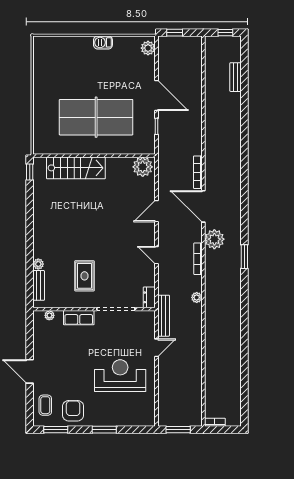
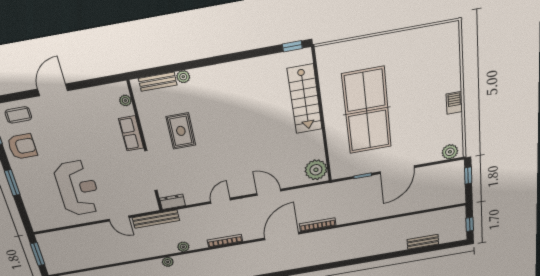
plant: (214, 239) -> (168, 262), moved, width x0.53, depth x0.53
rug: (84, 276) -> (181, 131), turned 90

